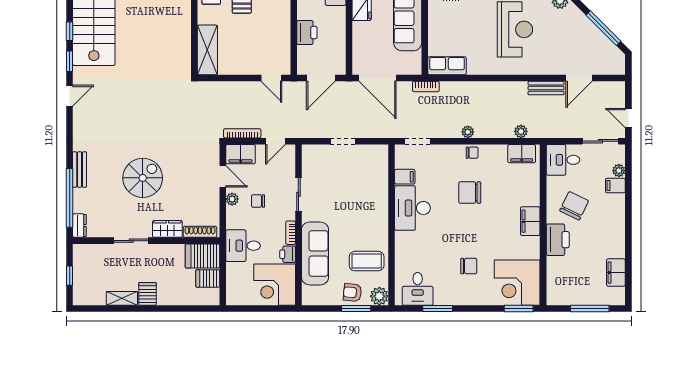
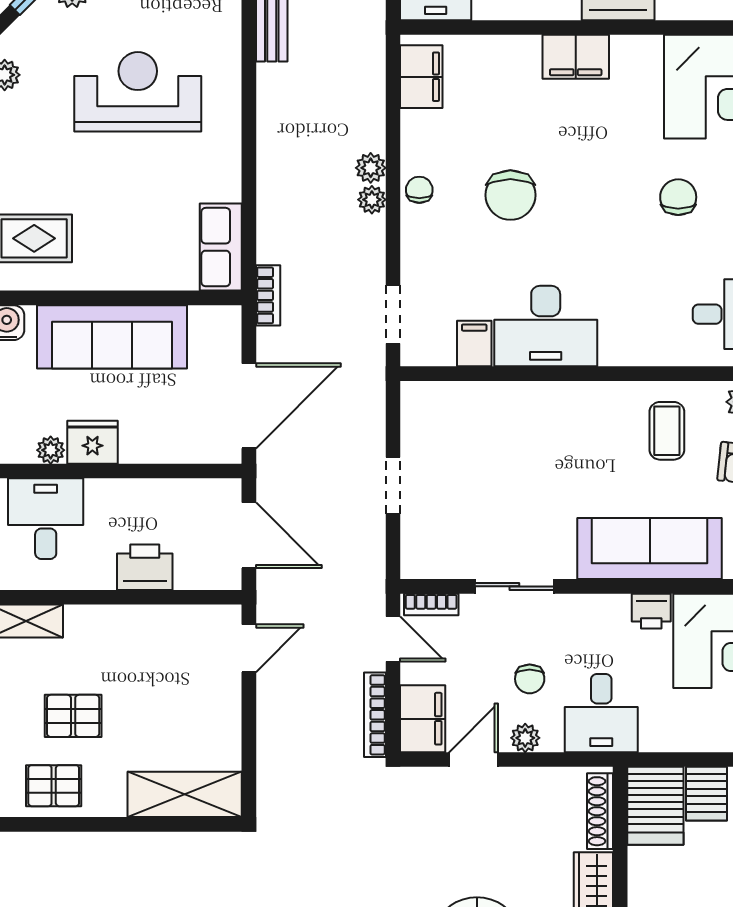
plant: (521, 131) -> (371, 168), moved
bookcase: (291, 233) -> (431, 604), moved
desk: (243, 246) -> (601, 713), moved
coffee table: (367, 261) -> (667, 431), width x0.73, depth x0.77

